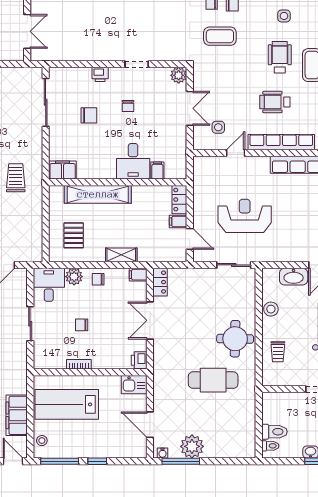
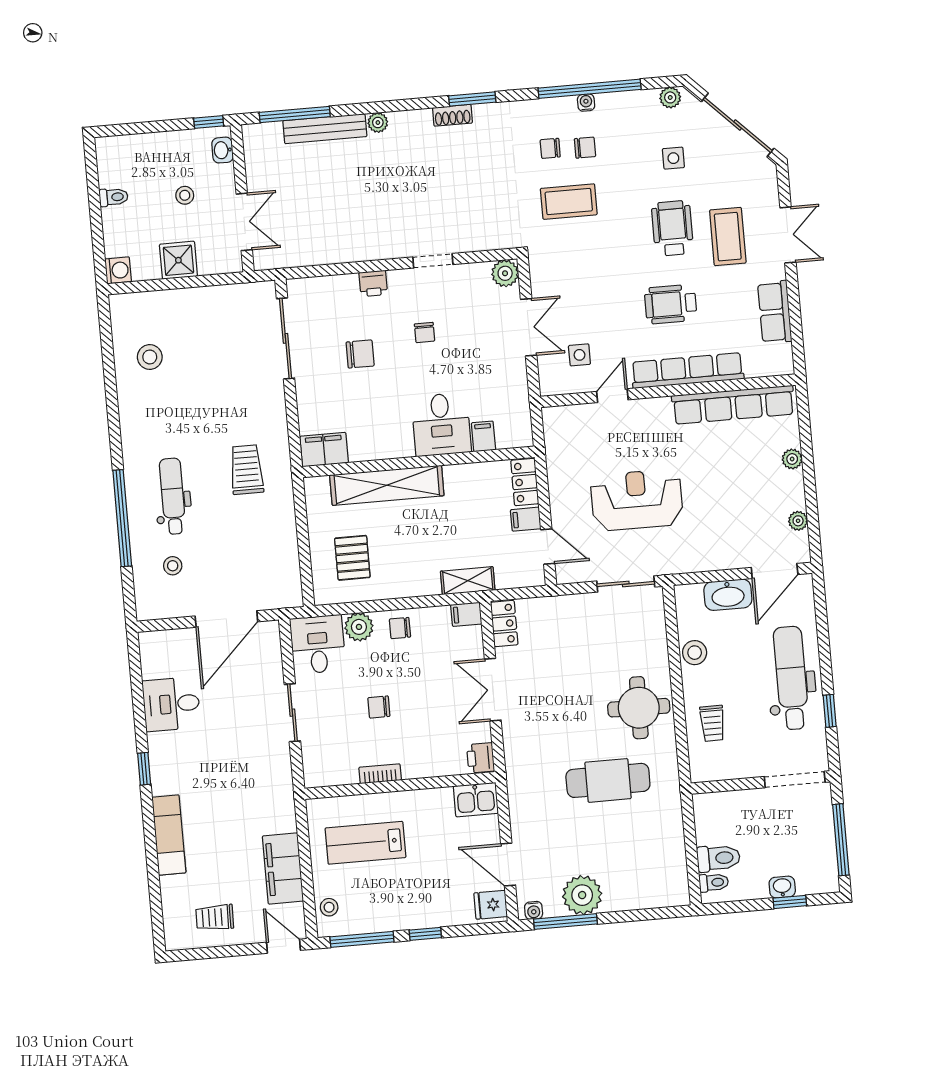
shelving: (121, 255) -> (468, 581), moved
lab bench: (67, 404) -> (365, 843), width x0.73, depth x0.72
fridge: (137, 447) -> (491, 905), added

